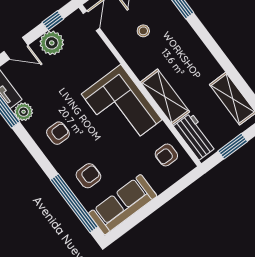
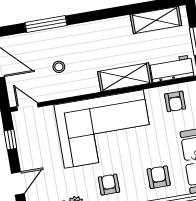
plant: (52, 43) -> (29, 150), removed
corner sofa: (122, 107) -> (104, 129), width x1.36, depth x1.36

